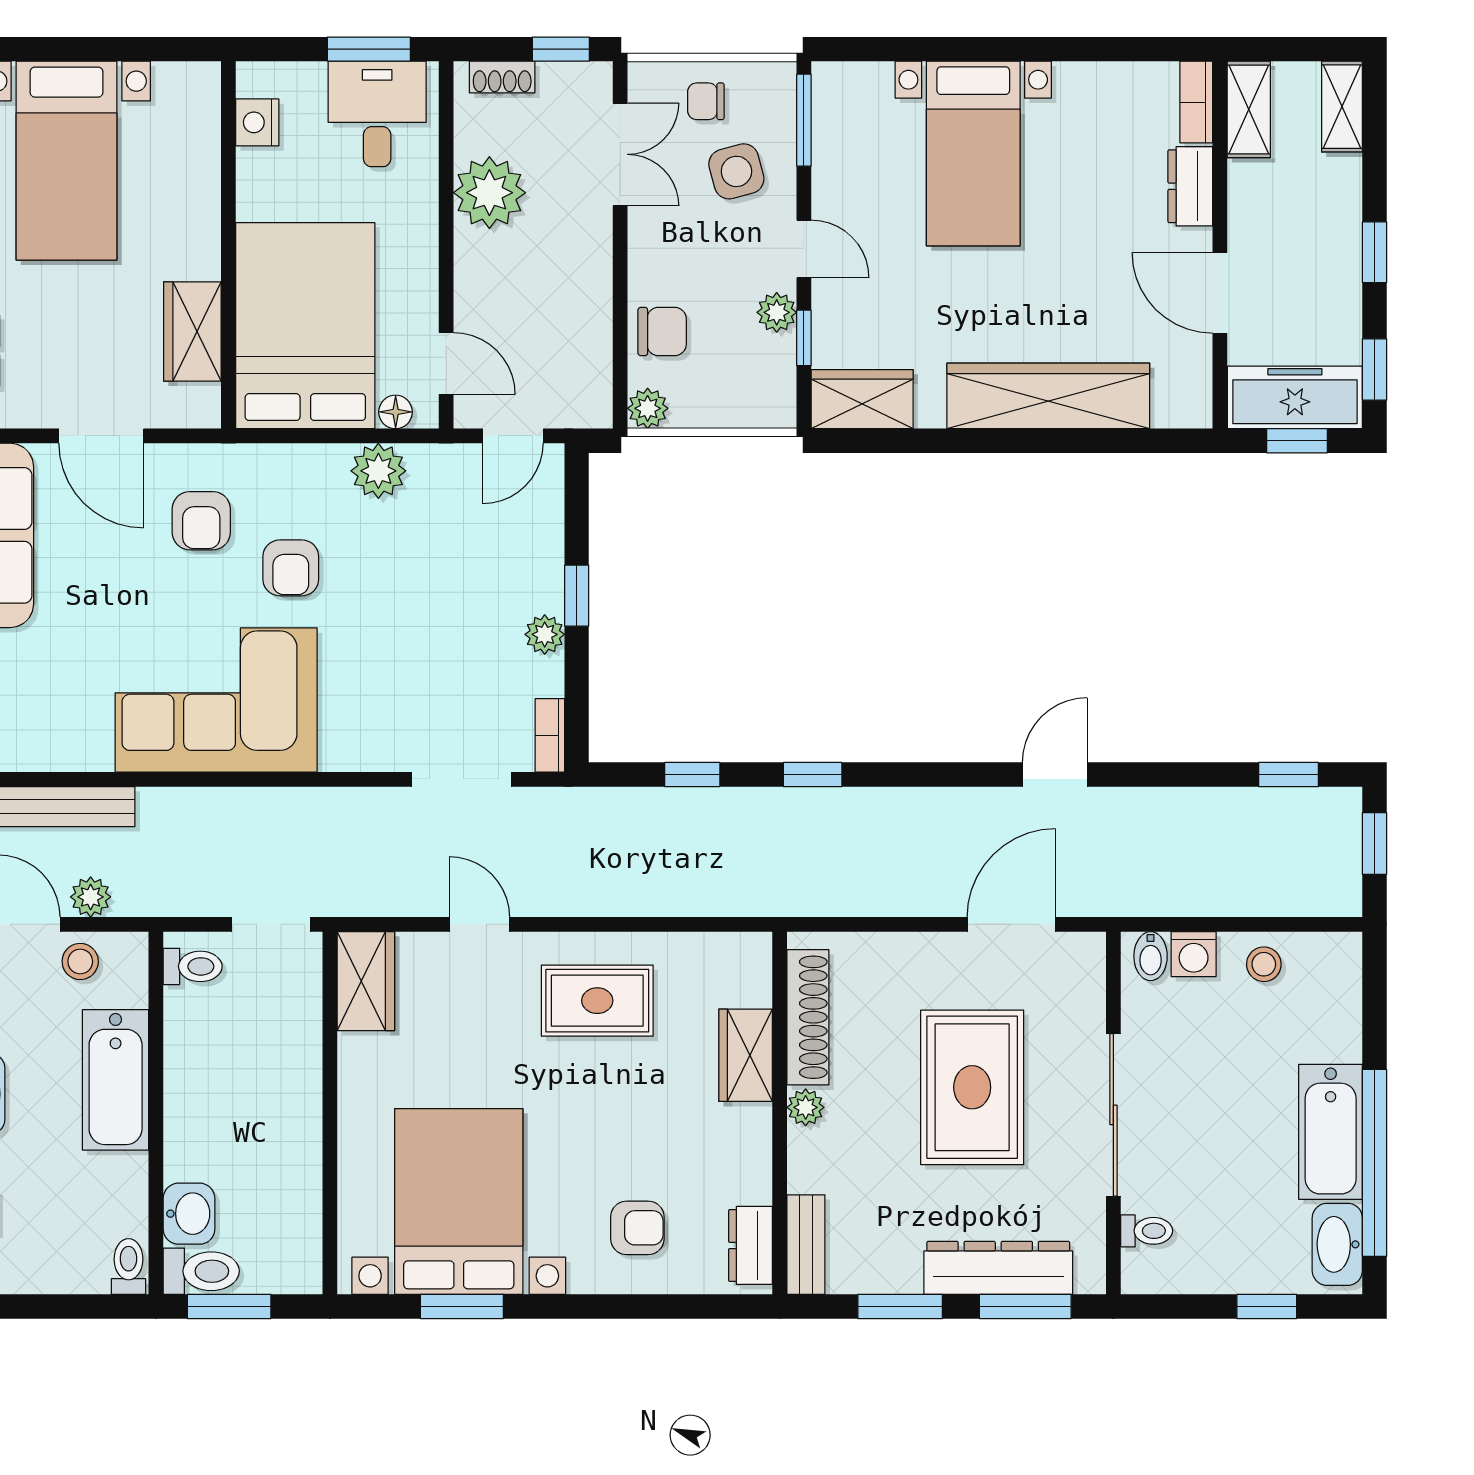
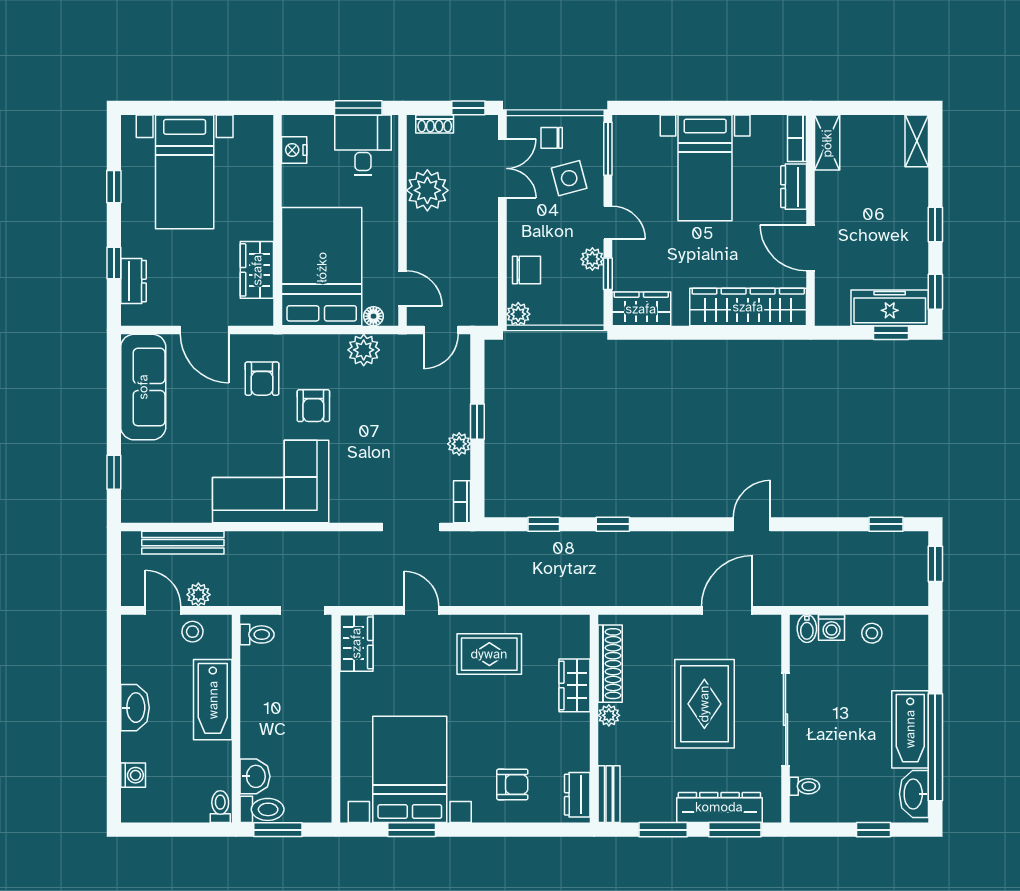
bookcase: (1196, 102) -> (797, 138), moved
shelving: (1249, 109) -> (827, 143), moved
dresser: (1190, 186) -> (794, 187), moved
wall: (1220, 245) -> (811, 220), moved
door: (1220, 293) -> (811, 248), moved

